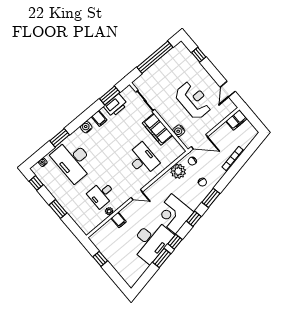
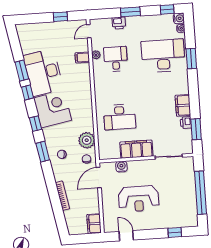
printer: (116, 105) -> (186, 123), width x0.53, depth x0.68
filing cabinet: (99, 118) -> (183, 105), width x2.00
water cooler: (86, 127) -> (179, 18), moved
door: (137, 195) -> (89, 31), moved
printer: (73, 212) -> (119, 23), added

